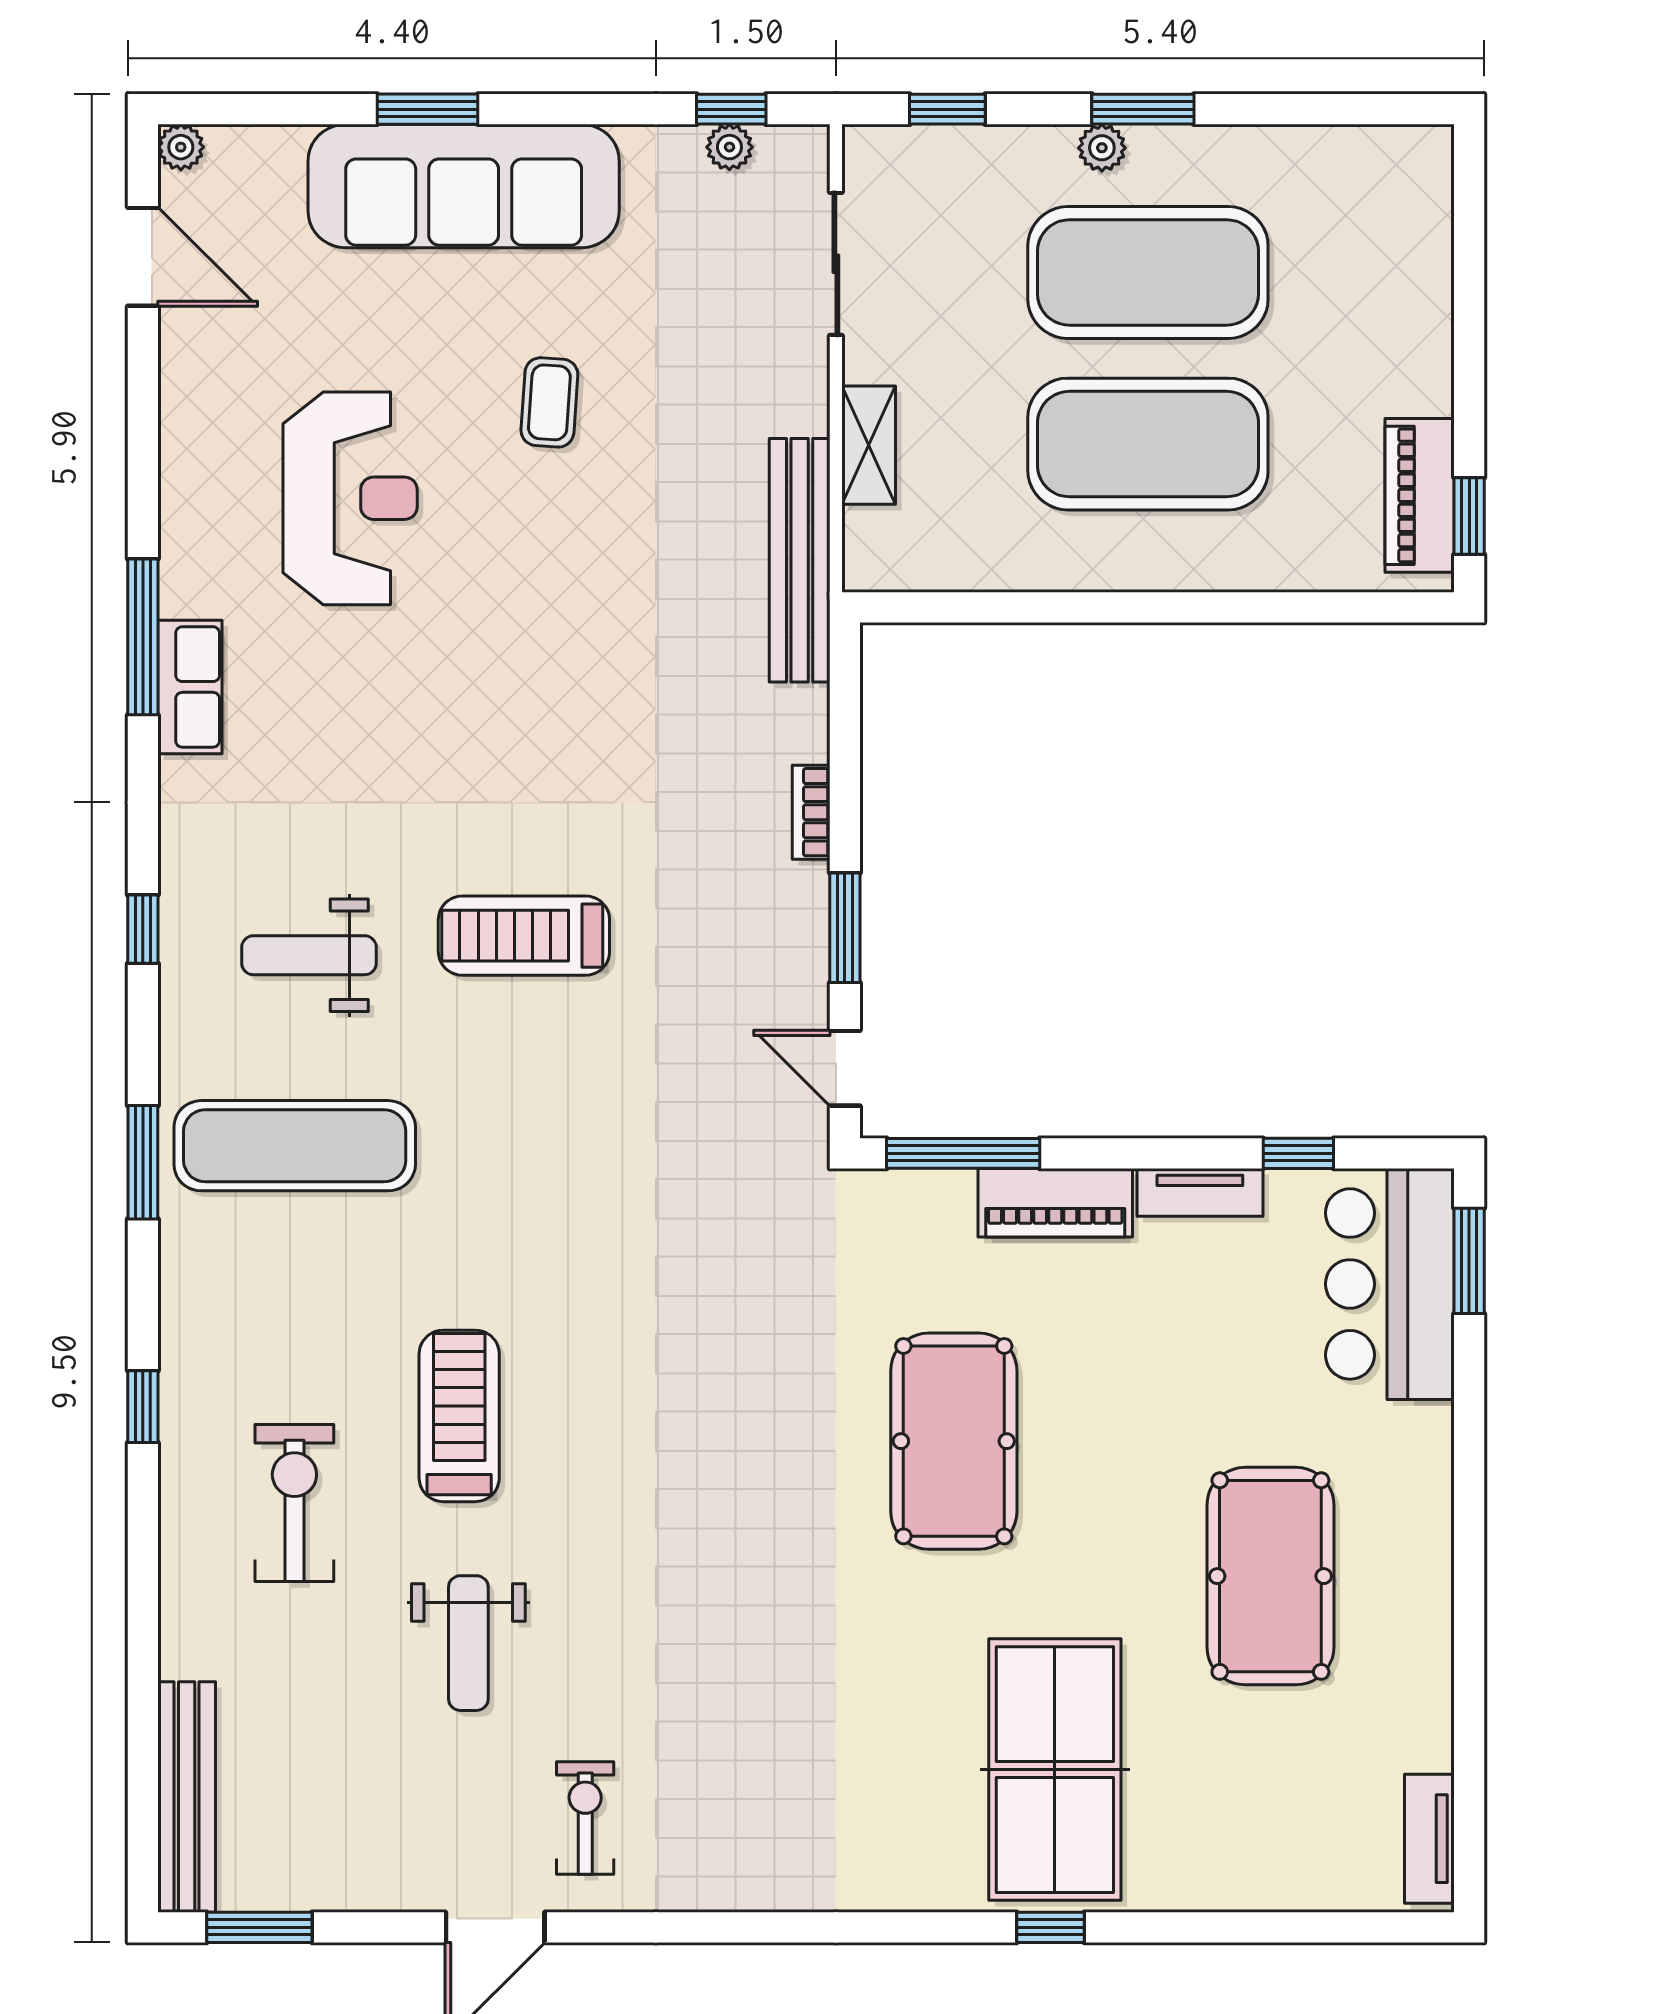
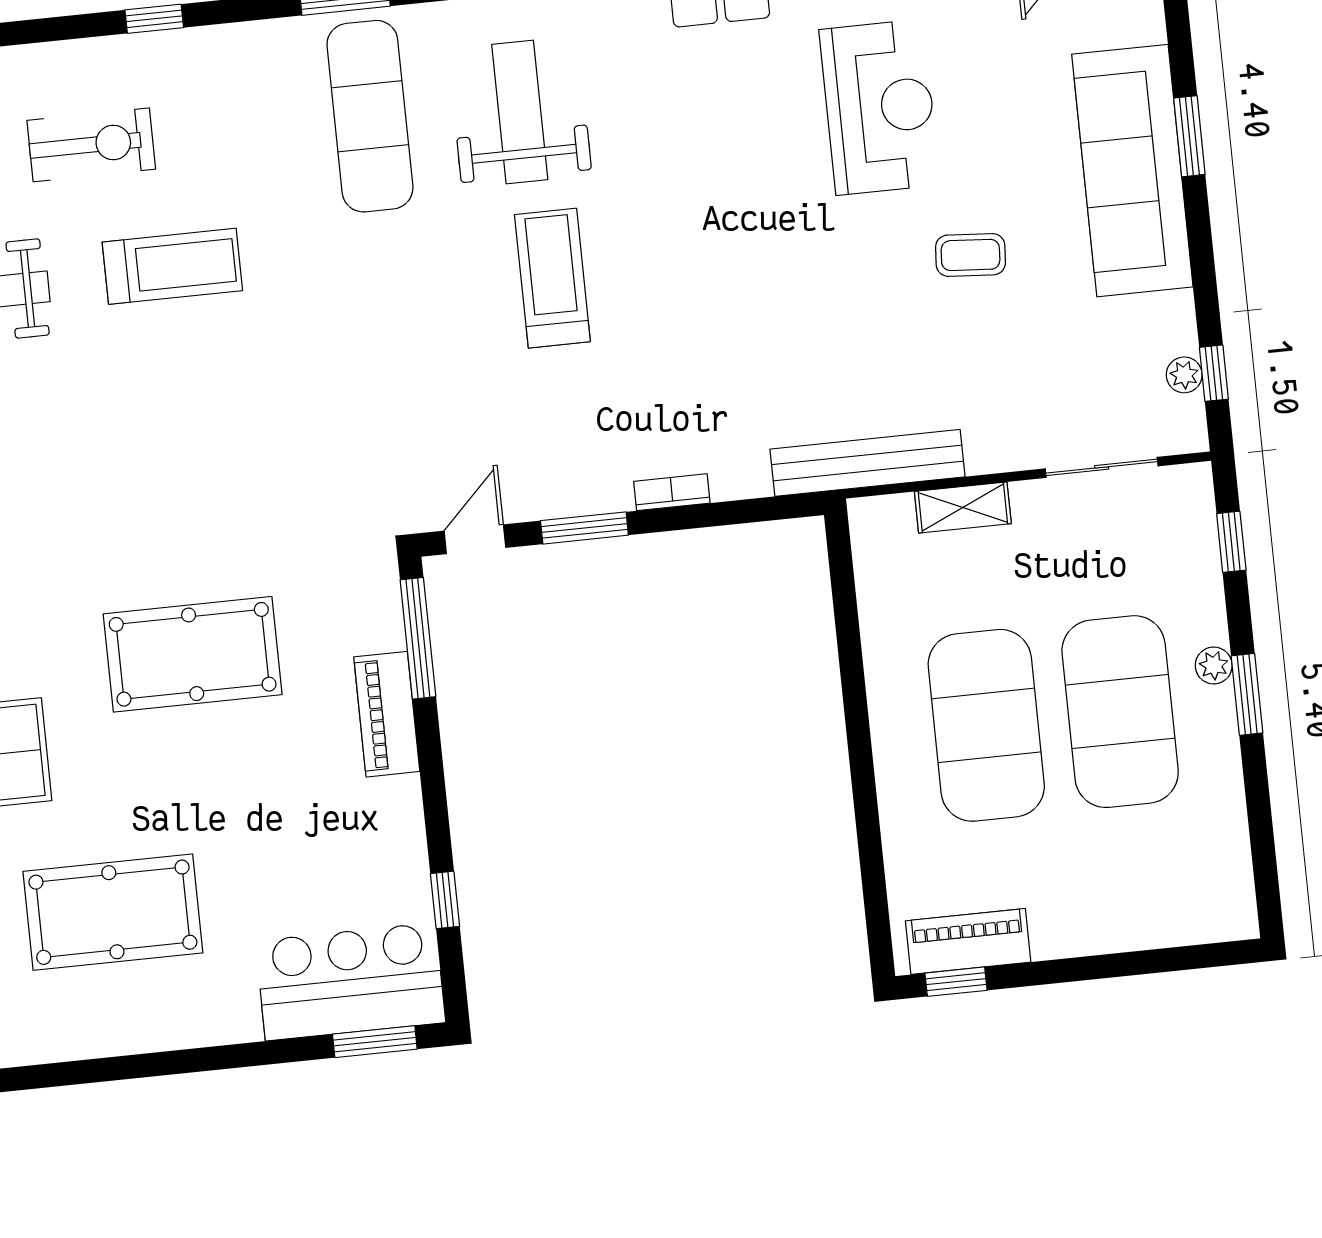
reception desk: (350, 498) -> (880, 107), turned -90
weight bench: (309, 955) -> (520, 112), width x1.36, depth x1.33
tv unit: (1200, 1192) -> (407, 826), removed

